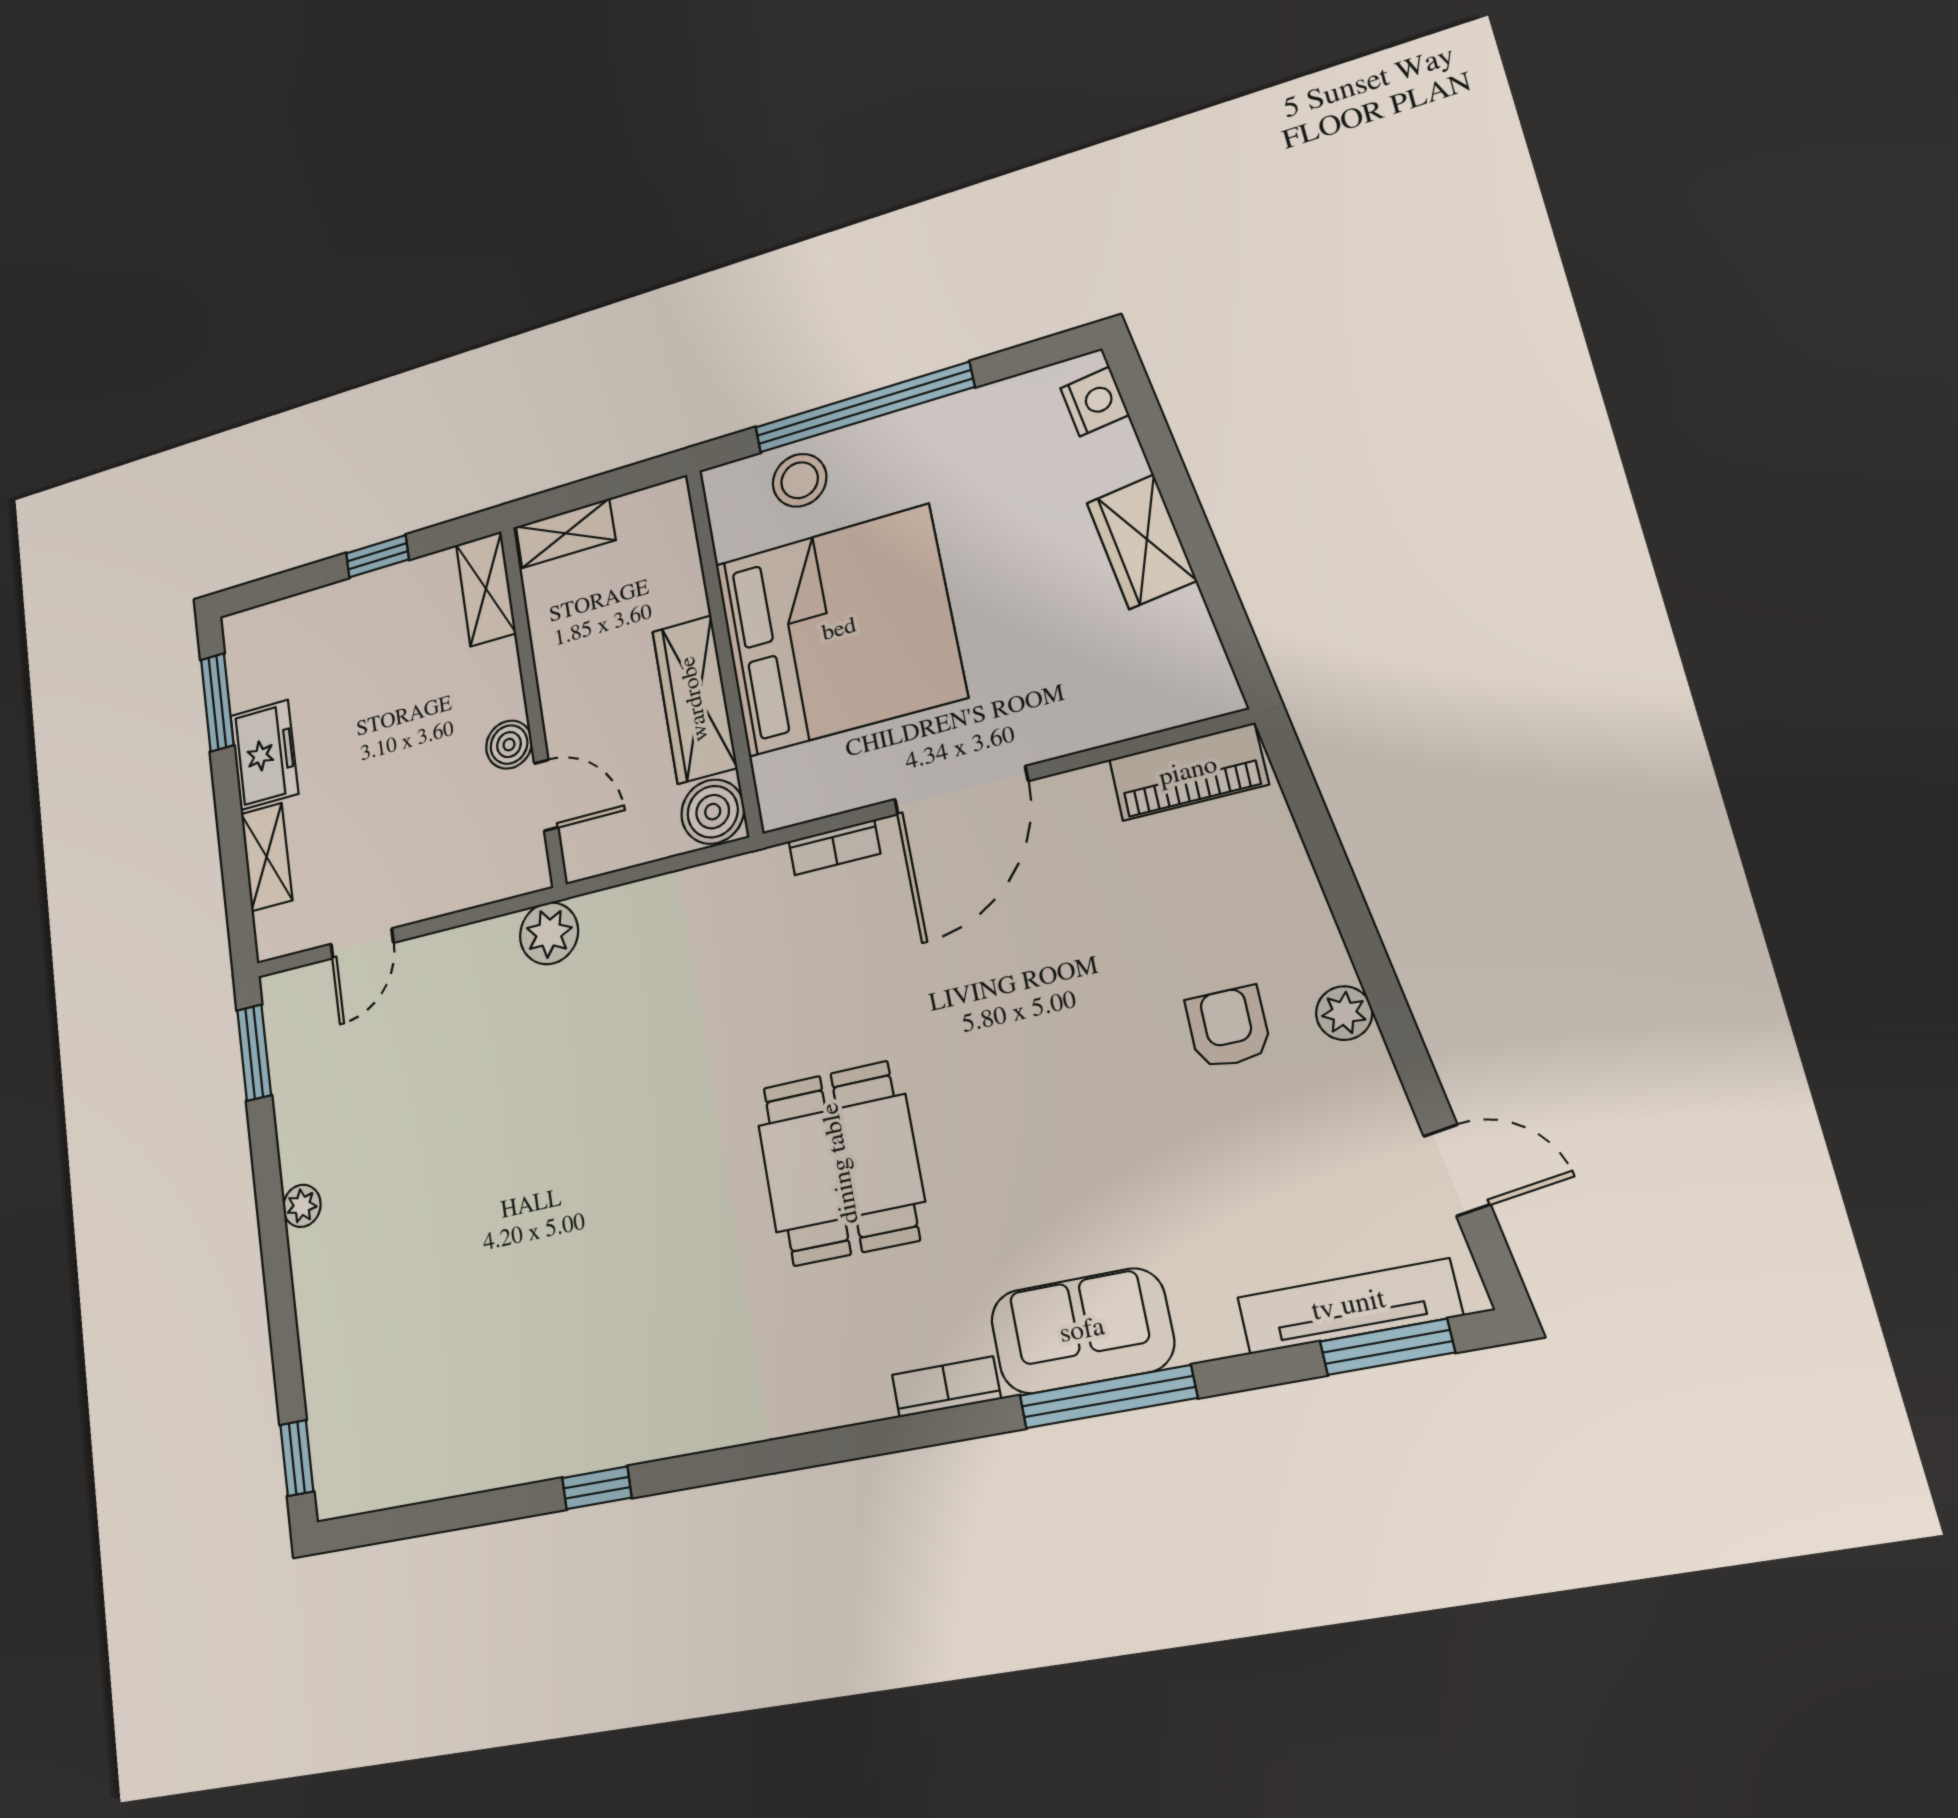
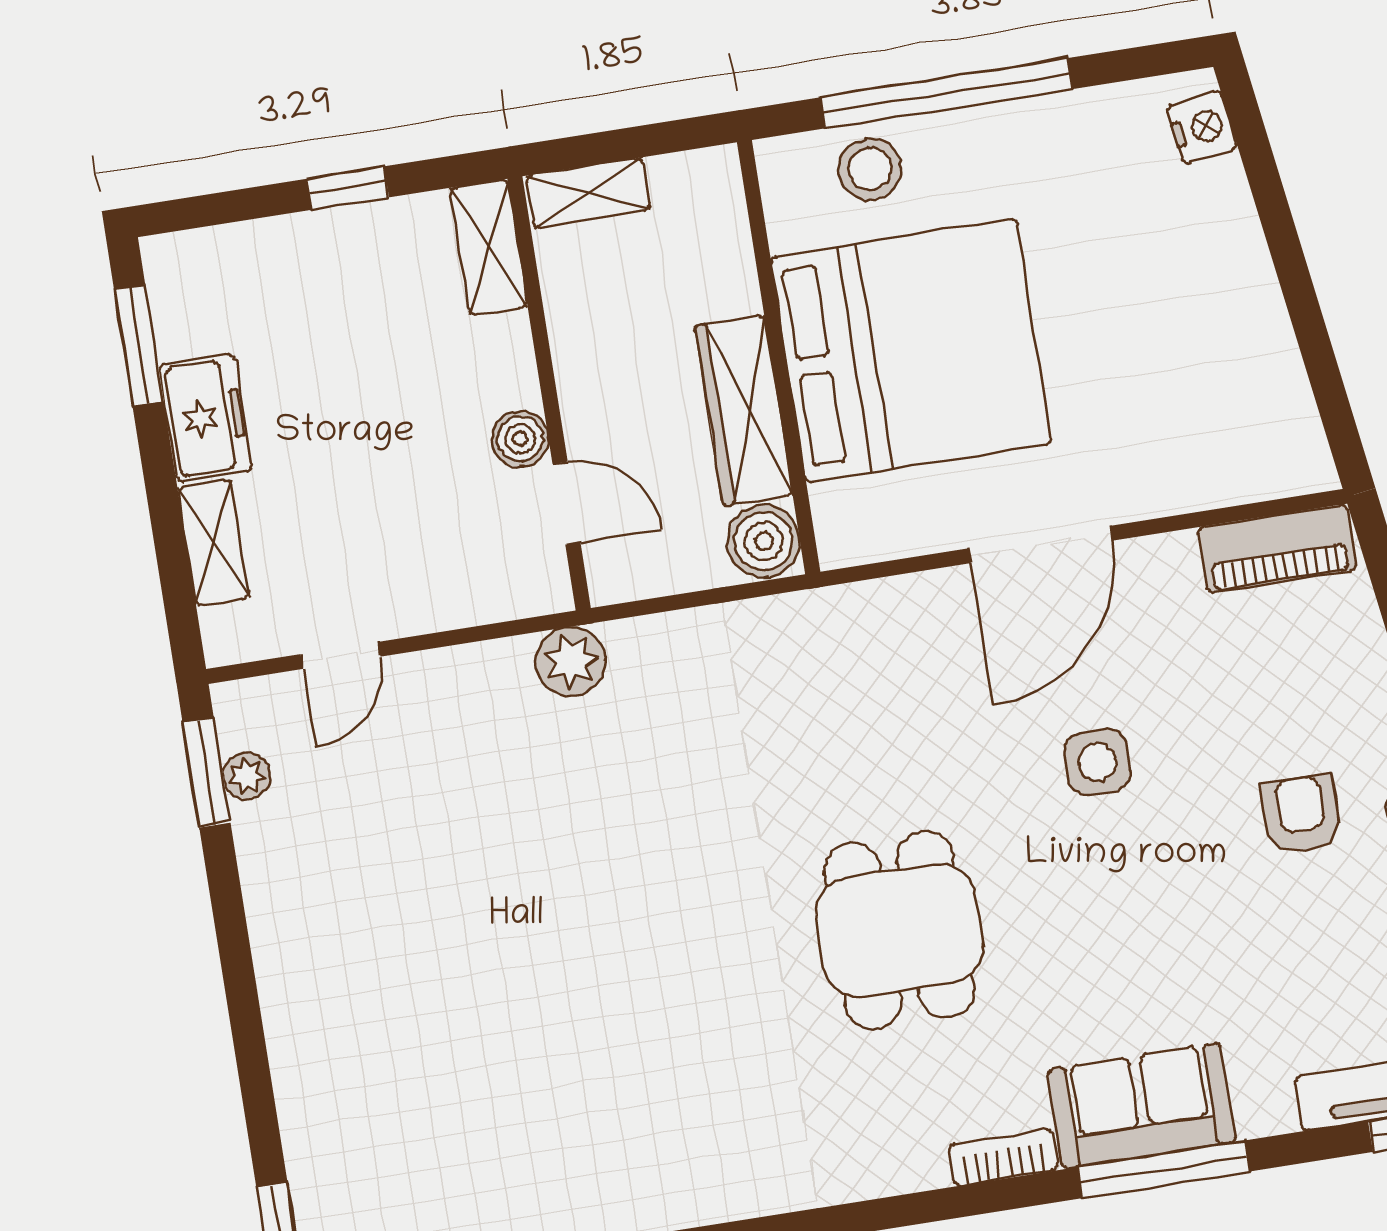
wardrobe: (1142, 542) -> (1243, 294), removed
bookcase: (834, 847) -> (900, 594), removed
side table: (1023, 990) -> (1097, 762), added
plant: (302, 1206) -> (247, 776), moved

